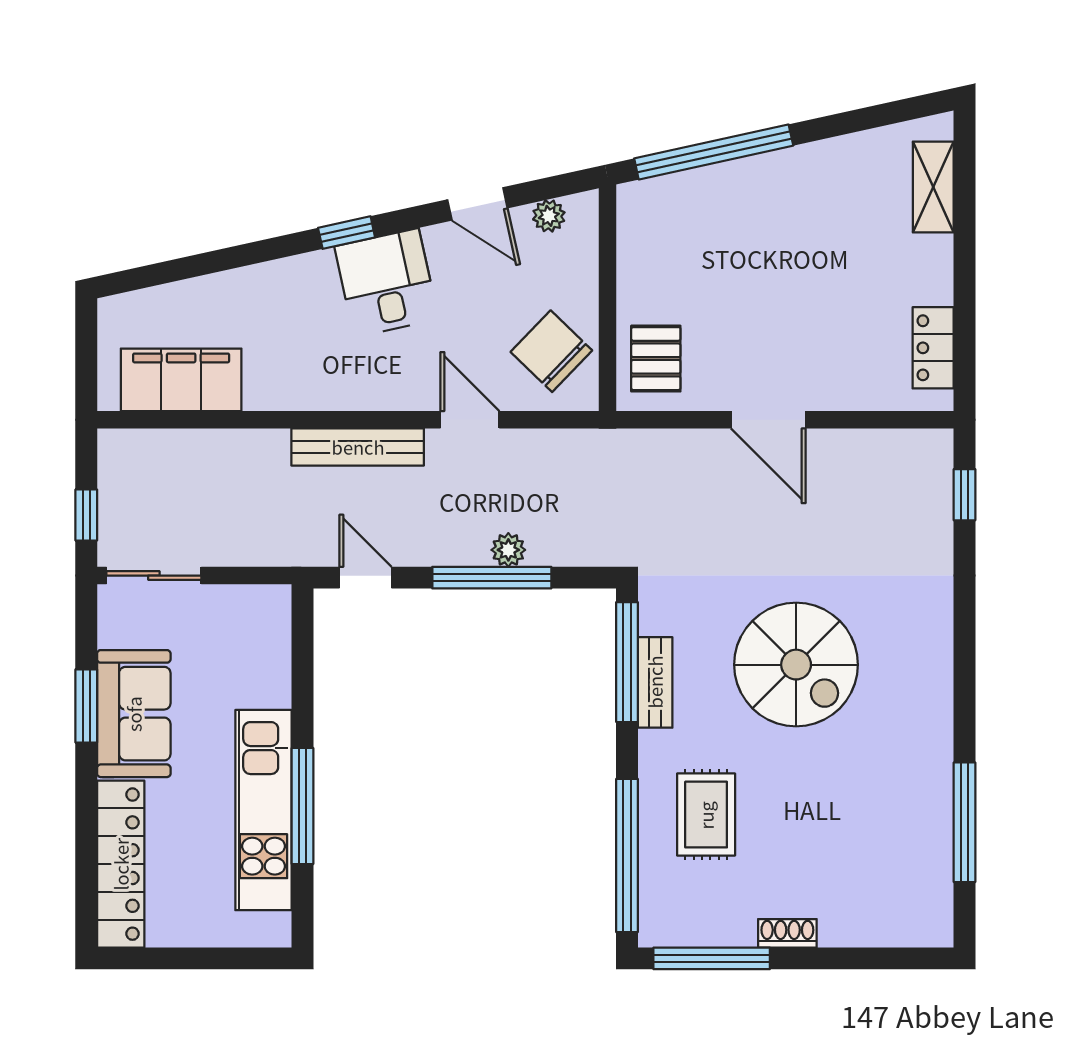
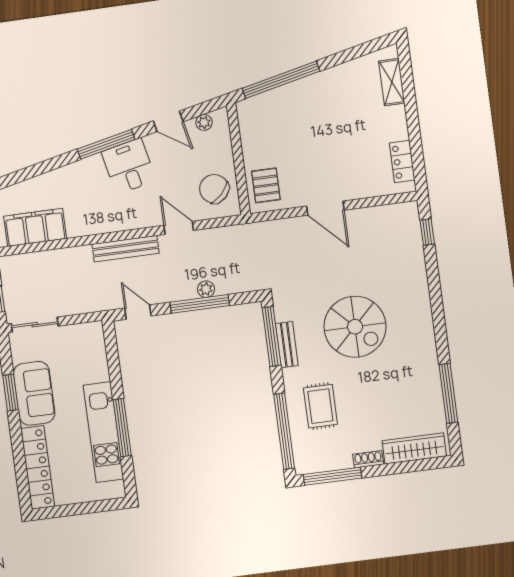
window: (347, 233) -> (106, 144), width x2.17
wardrobe: (882, 924) -> (414, 448), added

